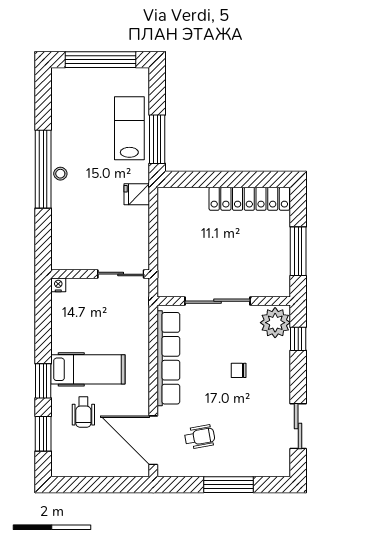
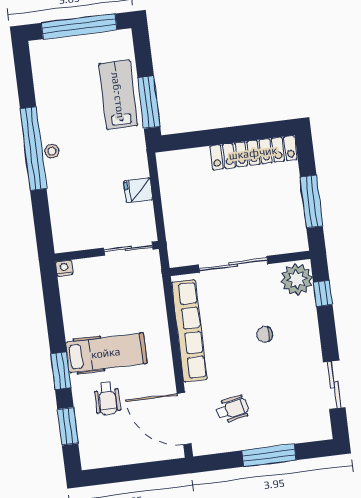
fridge: (137, 194) -> (138, 190), moved

